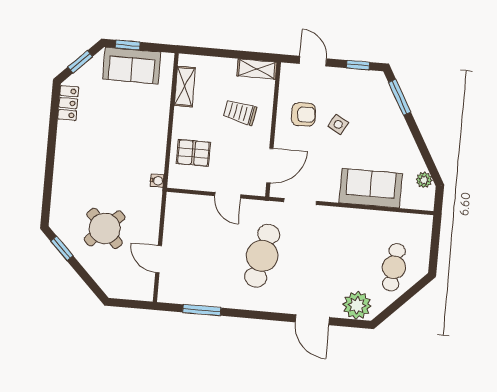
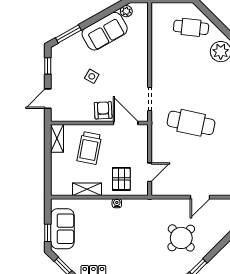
shelving: (185, 87) -> (87, 189), moved
trolley: (240, 112) -> (89, 148), width x1.36, depth x1.39
armchair: (304, 114) -> (103, 110), moved
water cooler: (157, 181) -> (117, 203), moved
sofa: (371, 188) -> (105, 31), moved, turned -119
door: (228, 195) -> (150, 172), moved

